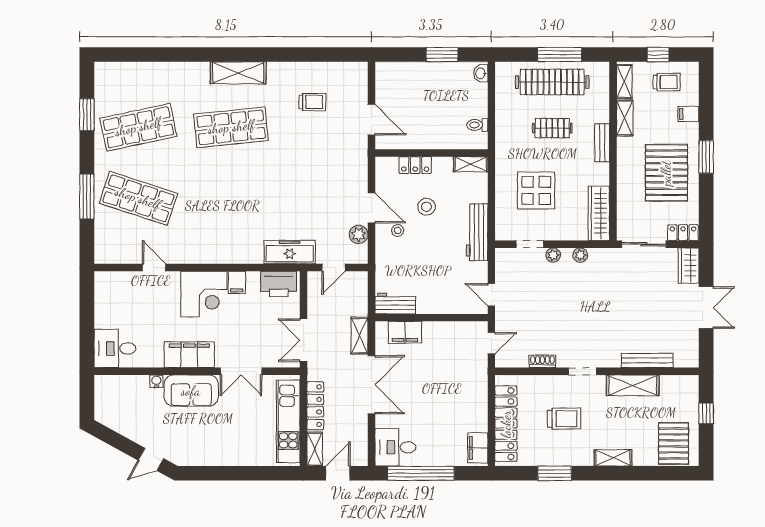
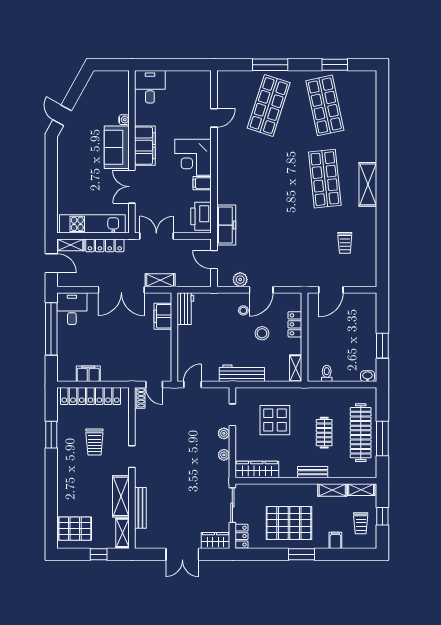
shoe rack: (542, 361) -> (140, 398), moved
filing cabinet: (478, 448) -> (88, 374), moved
shelving: (613, 458) -> (122, 533), moved

